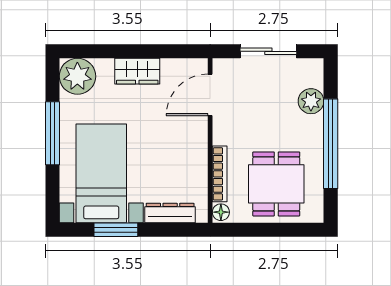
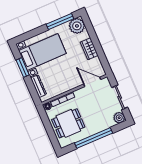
plant: (311, 101) -> (119, 118), moved
window: (52, 133) -> (60, 21), moved

